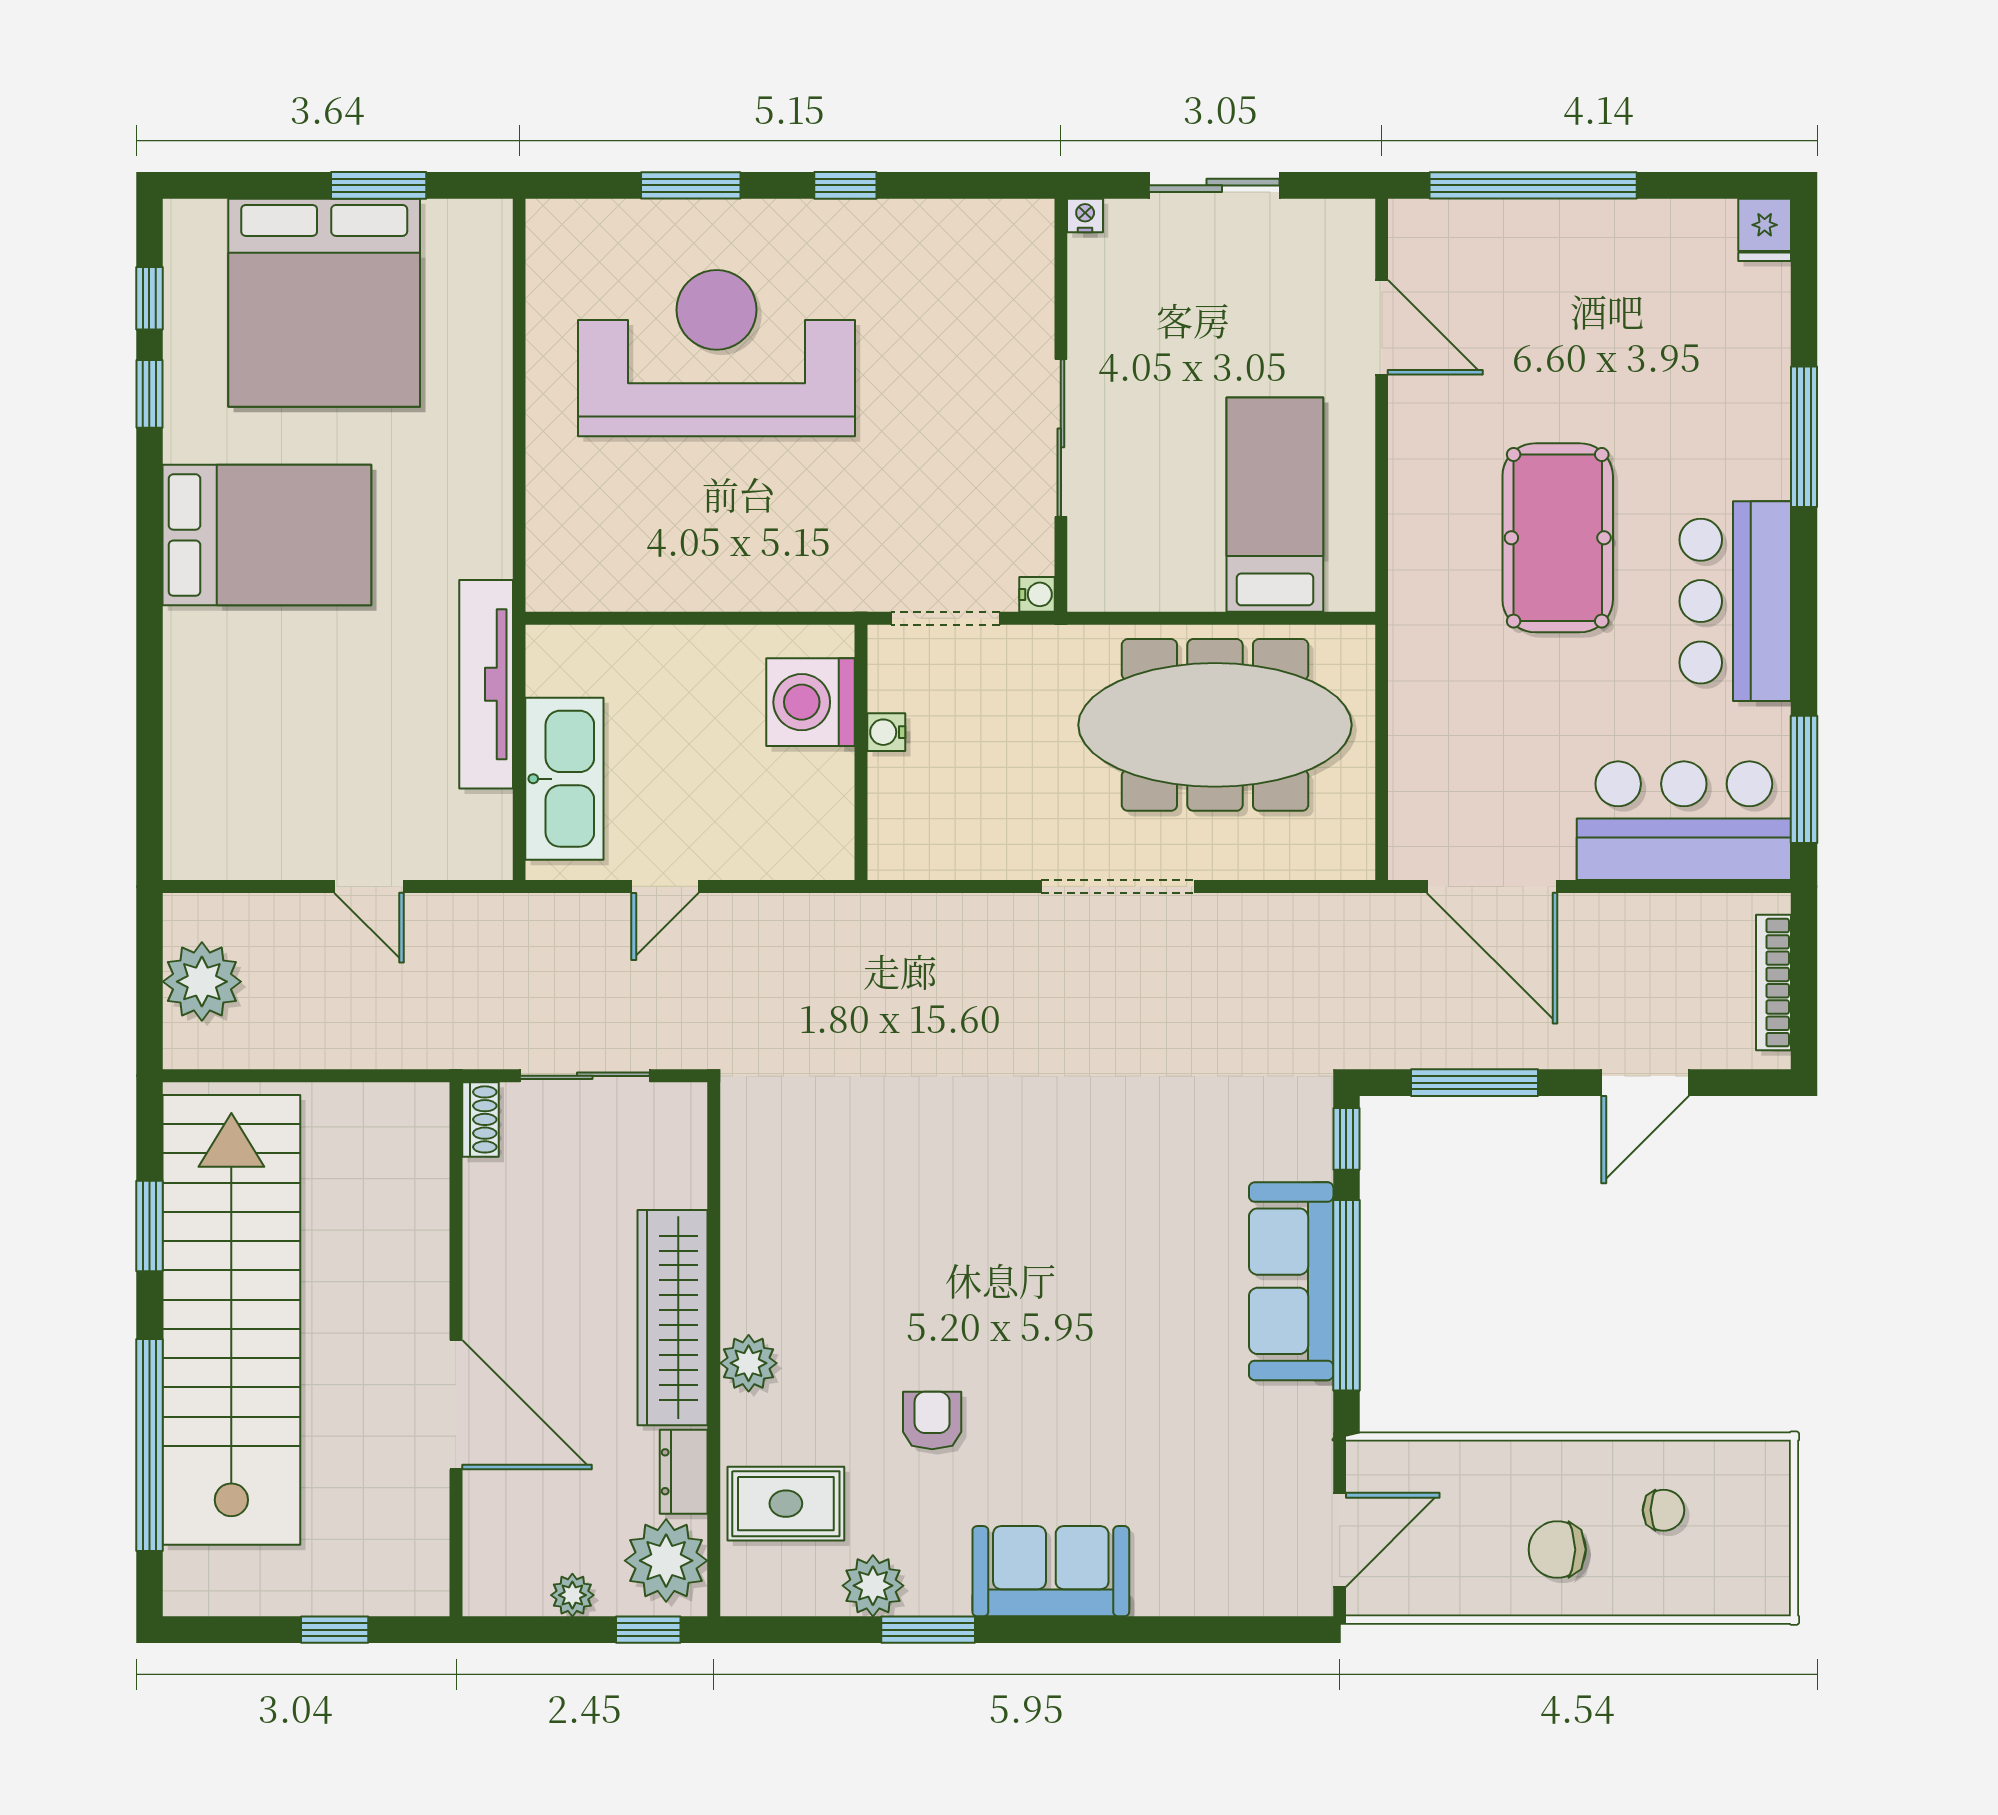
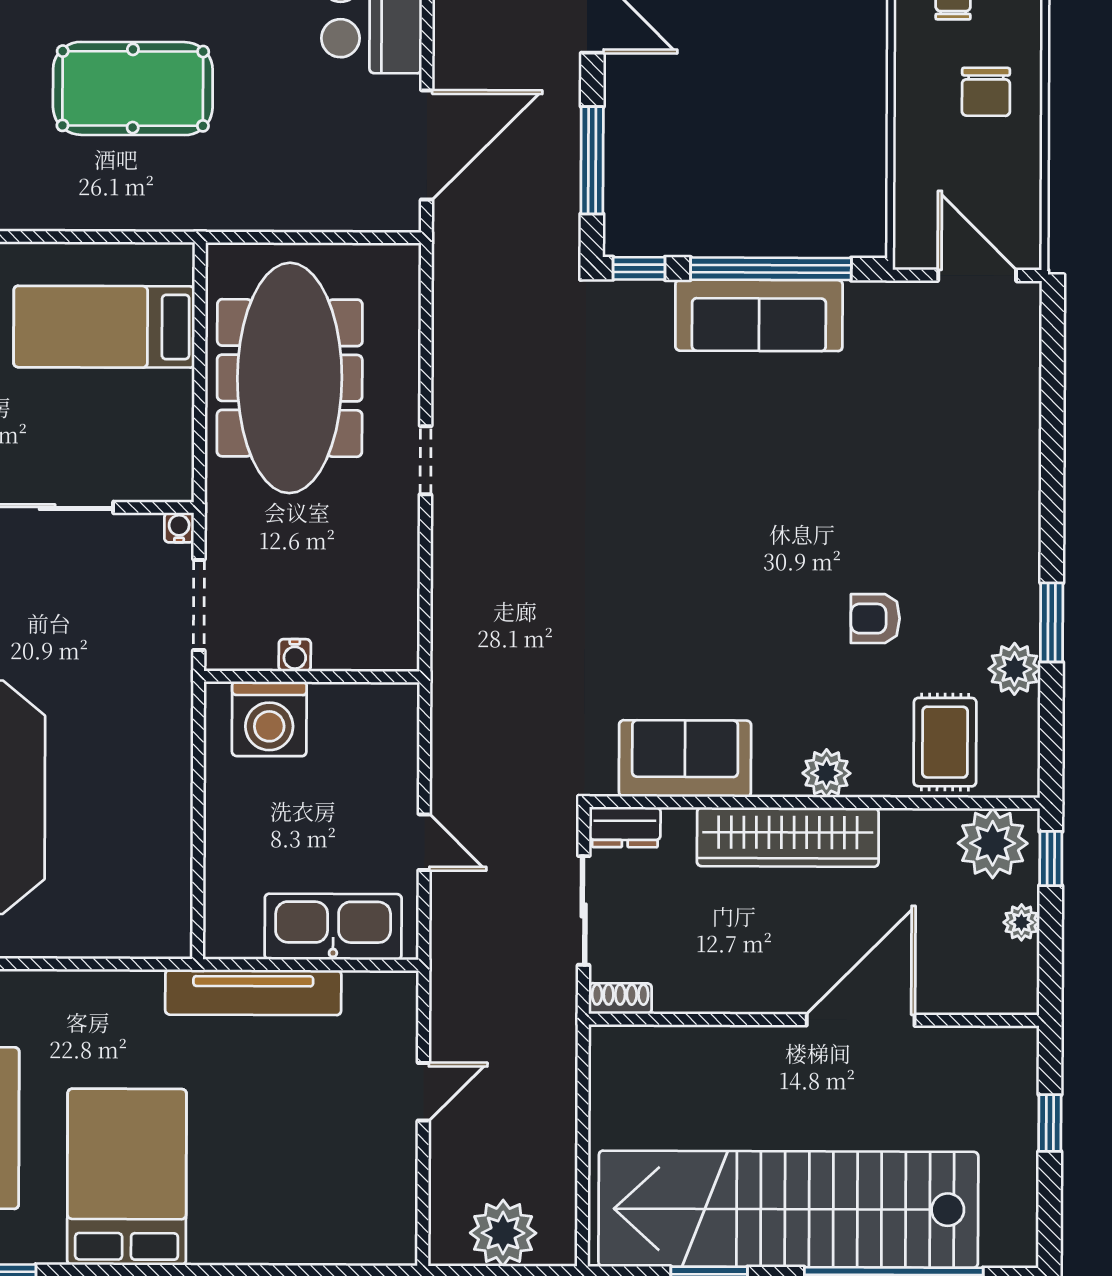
doorway: (1118, 886) -> (426, 460), width x0.53
dresser: (684, 1472) -> (625, 827), moved
sofa: (1051, 1571) -> (685, 759), moved, turned 90

